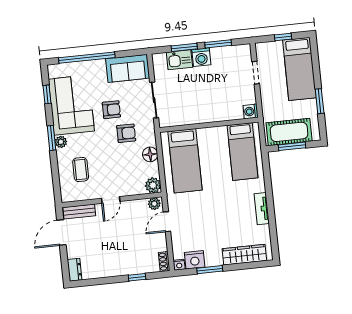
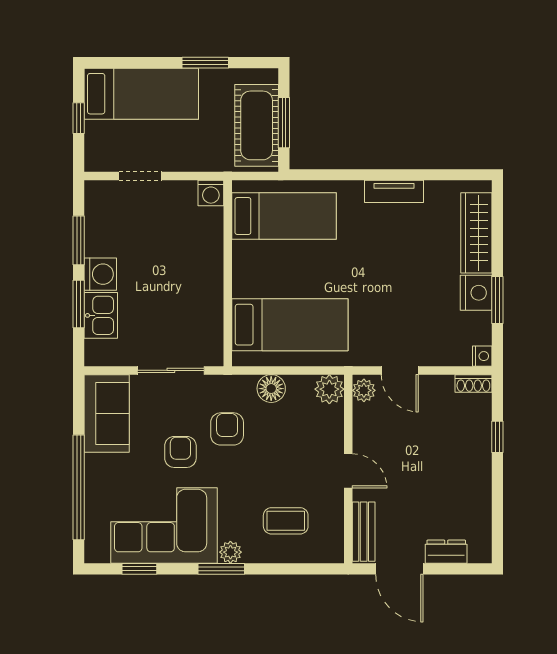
nightstand: (195, 260) -> (476, 293), moved
dresser: (75, 270) -> (446, 552), moved

